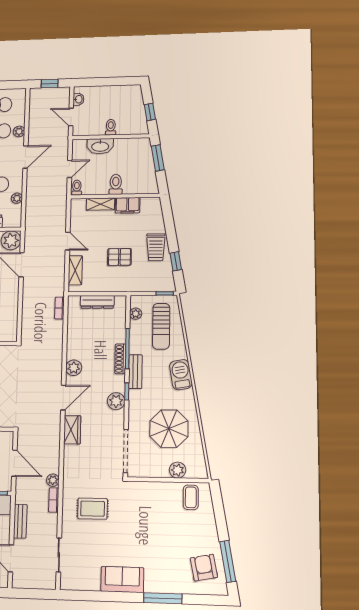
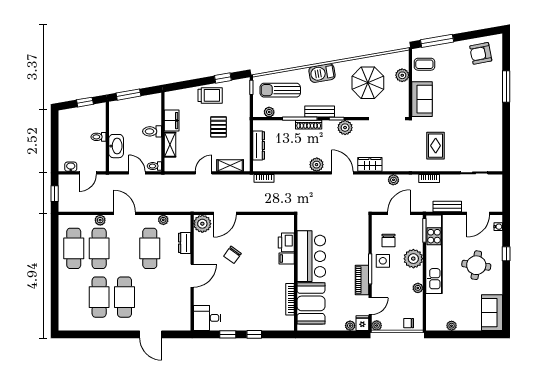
sun lounger: (161, 326) -> (280, 90), turned 180
plant: (53, 480) -> (393, 180), moved
window: (228, 561) -> (437, 41), moved
sofa: (122, 579) -> (422, 99), moved, turned 180

